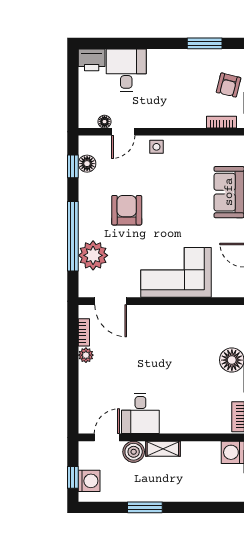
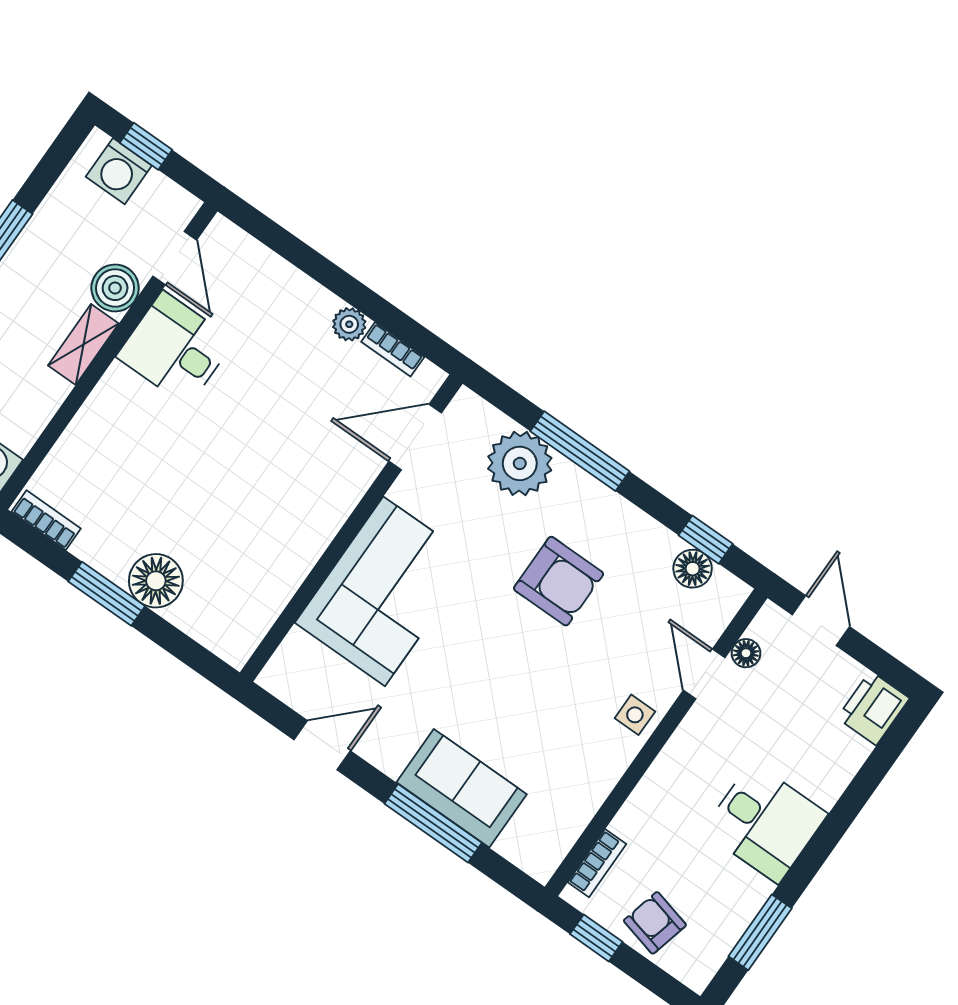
desk: (126, 70) -> (765, 822), moved
door: (73, 102) -> (821, 621), added
window: (73, 236) -> (580, 451), width x0.68

